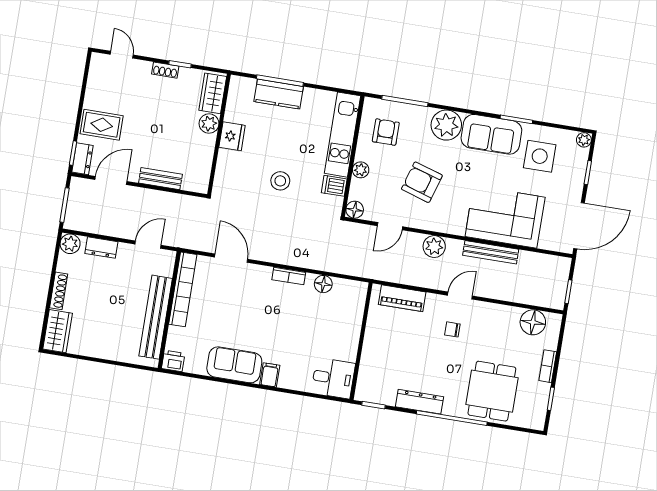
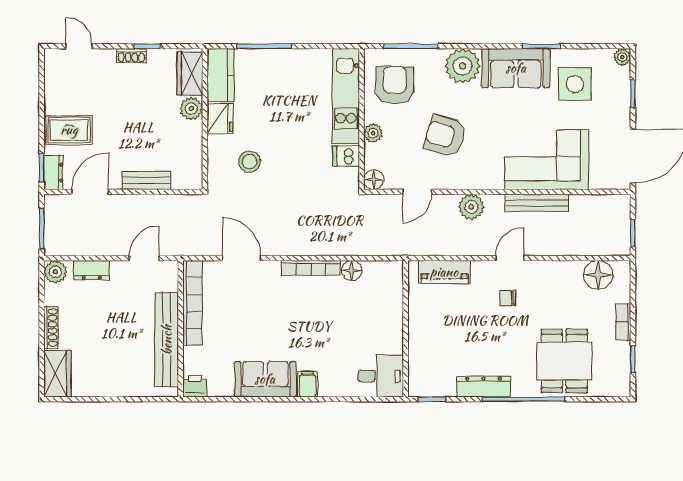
kitchen counter: (279, 94) -> (220, 75), moved, turned -90
armchair: (386, 132) -> (395, 85), width x1.38, depth x1.38
stool: (280, 181) -> (249, 162), moved
bookcase: (289, 276) -> (311, 268), width x1.56

